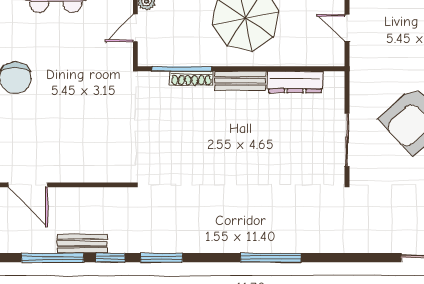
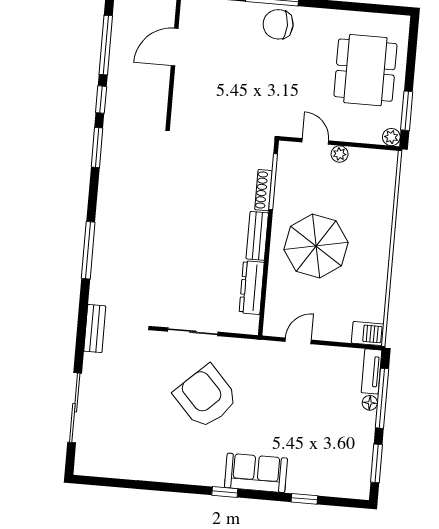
door: (28, 185) -> (175, 47), moved
bench: (82, 244) -> (95, 329), moved

